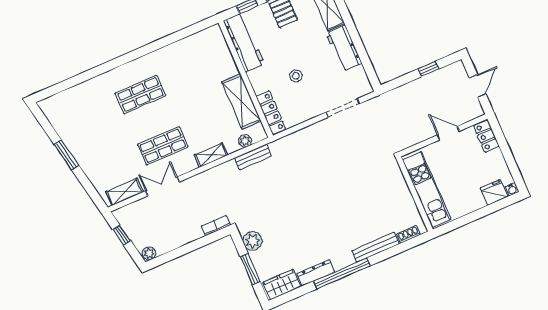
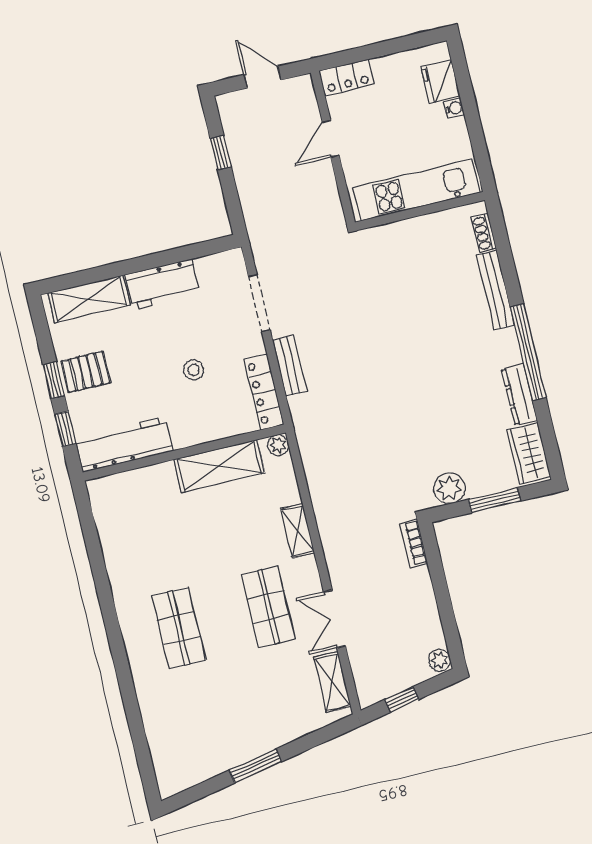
locker: (271, 113) -> (264, 392), moved, turned -90
plant: (245, 141) -> (278, 445), moved
bench: (253, 157) -> (290, 366), moved
water cooler: (512, 189) -> (454, 108), moved

